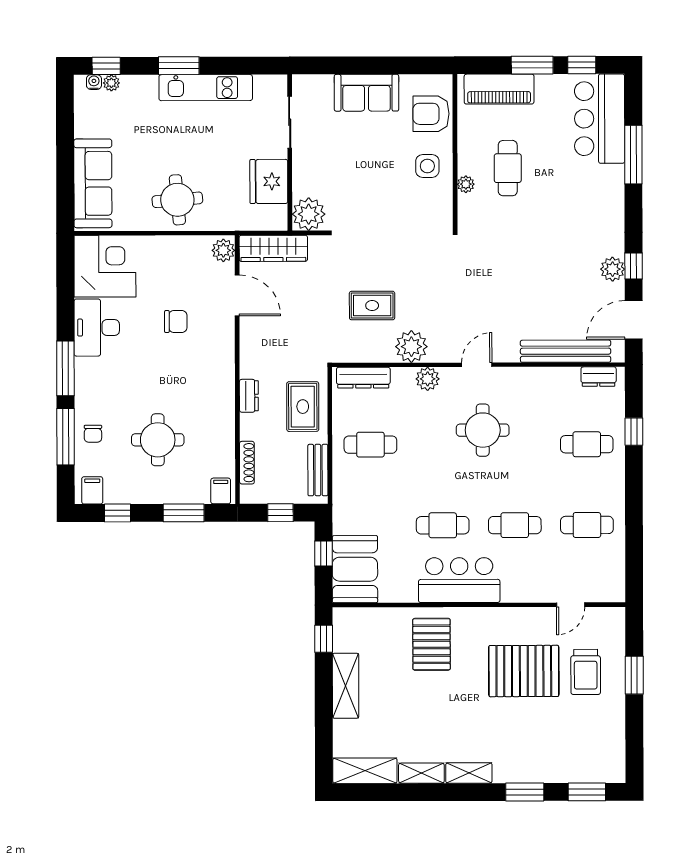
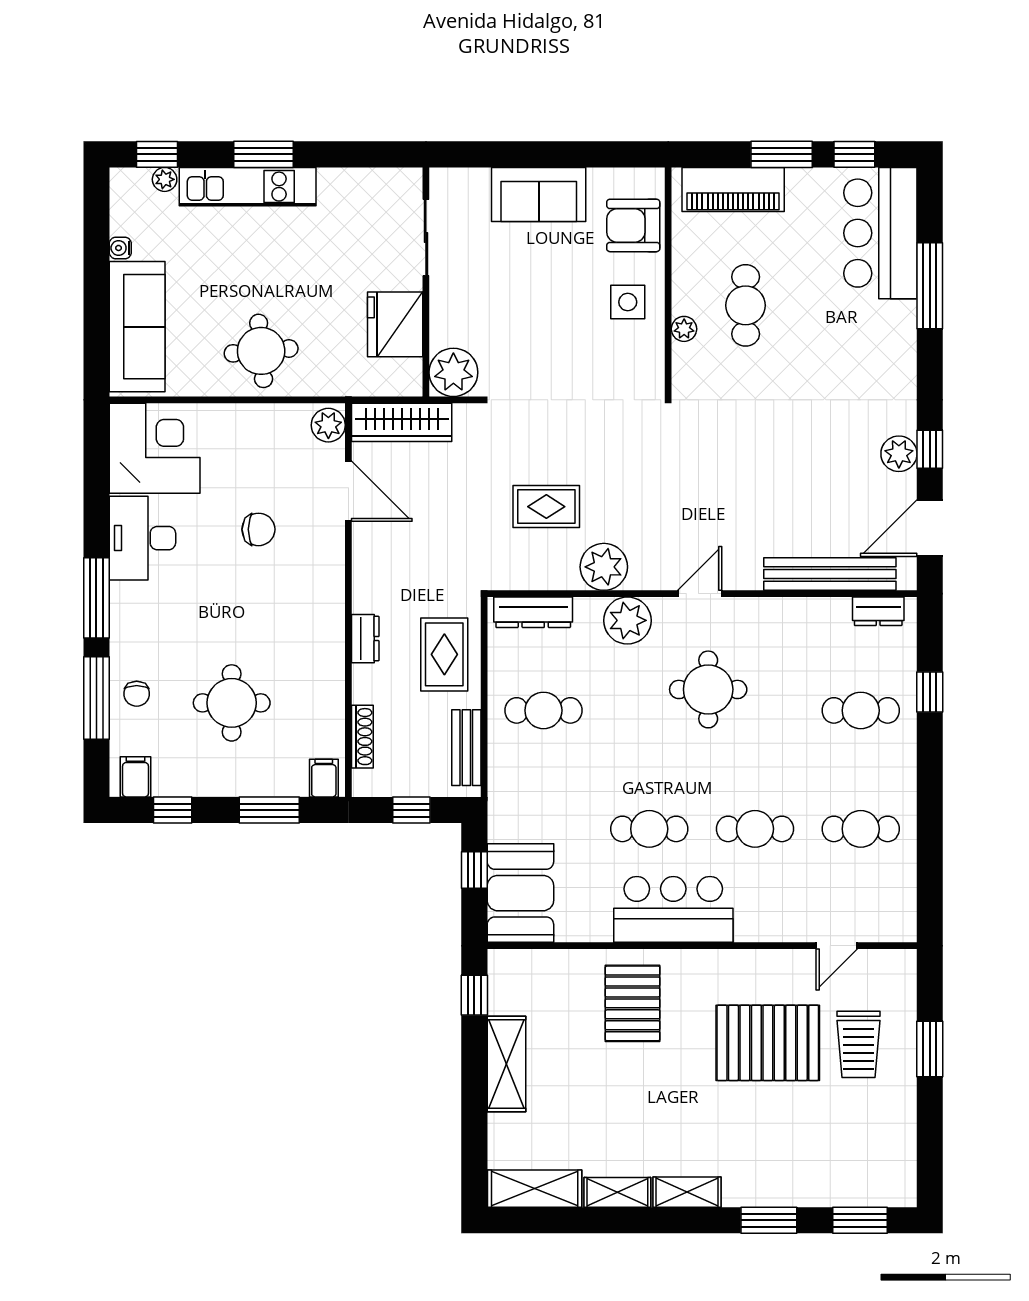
water cooler: (94, 82) -> (120, 248), moved, turned -90
kitchen unit: (206, 88) -> (248, 187), moved
plant: (428, 379) -> (627, 620), width x1.36, depth x1.36

